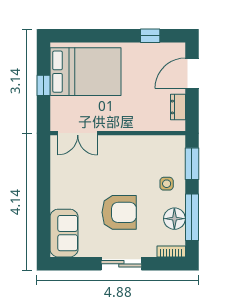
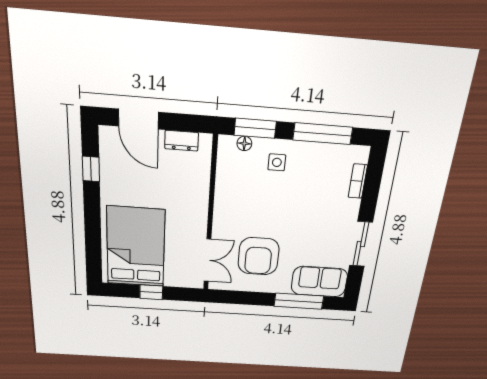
armchair: (119, 212) -> (259, 256), moved, turned 180
window: (43, 217) -> (299, 301), added
floor lamp: (174, 219) -> (244, 143), moved, width x0.53, depth x0.53
bookcase: (171, 252) -> (358, 181), moved
sliding door: (121, 264) -> (361, 244), moved

